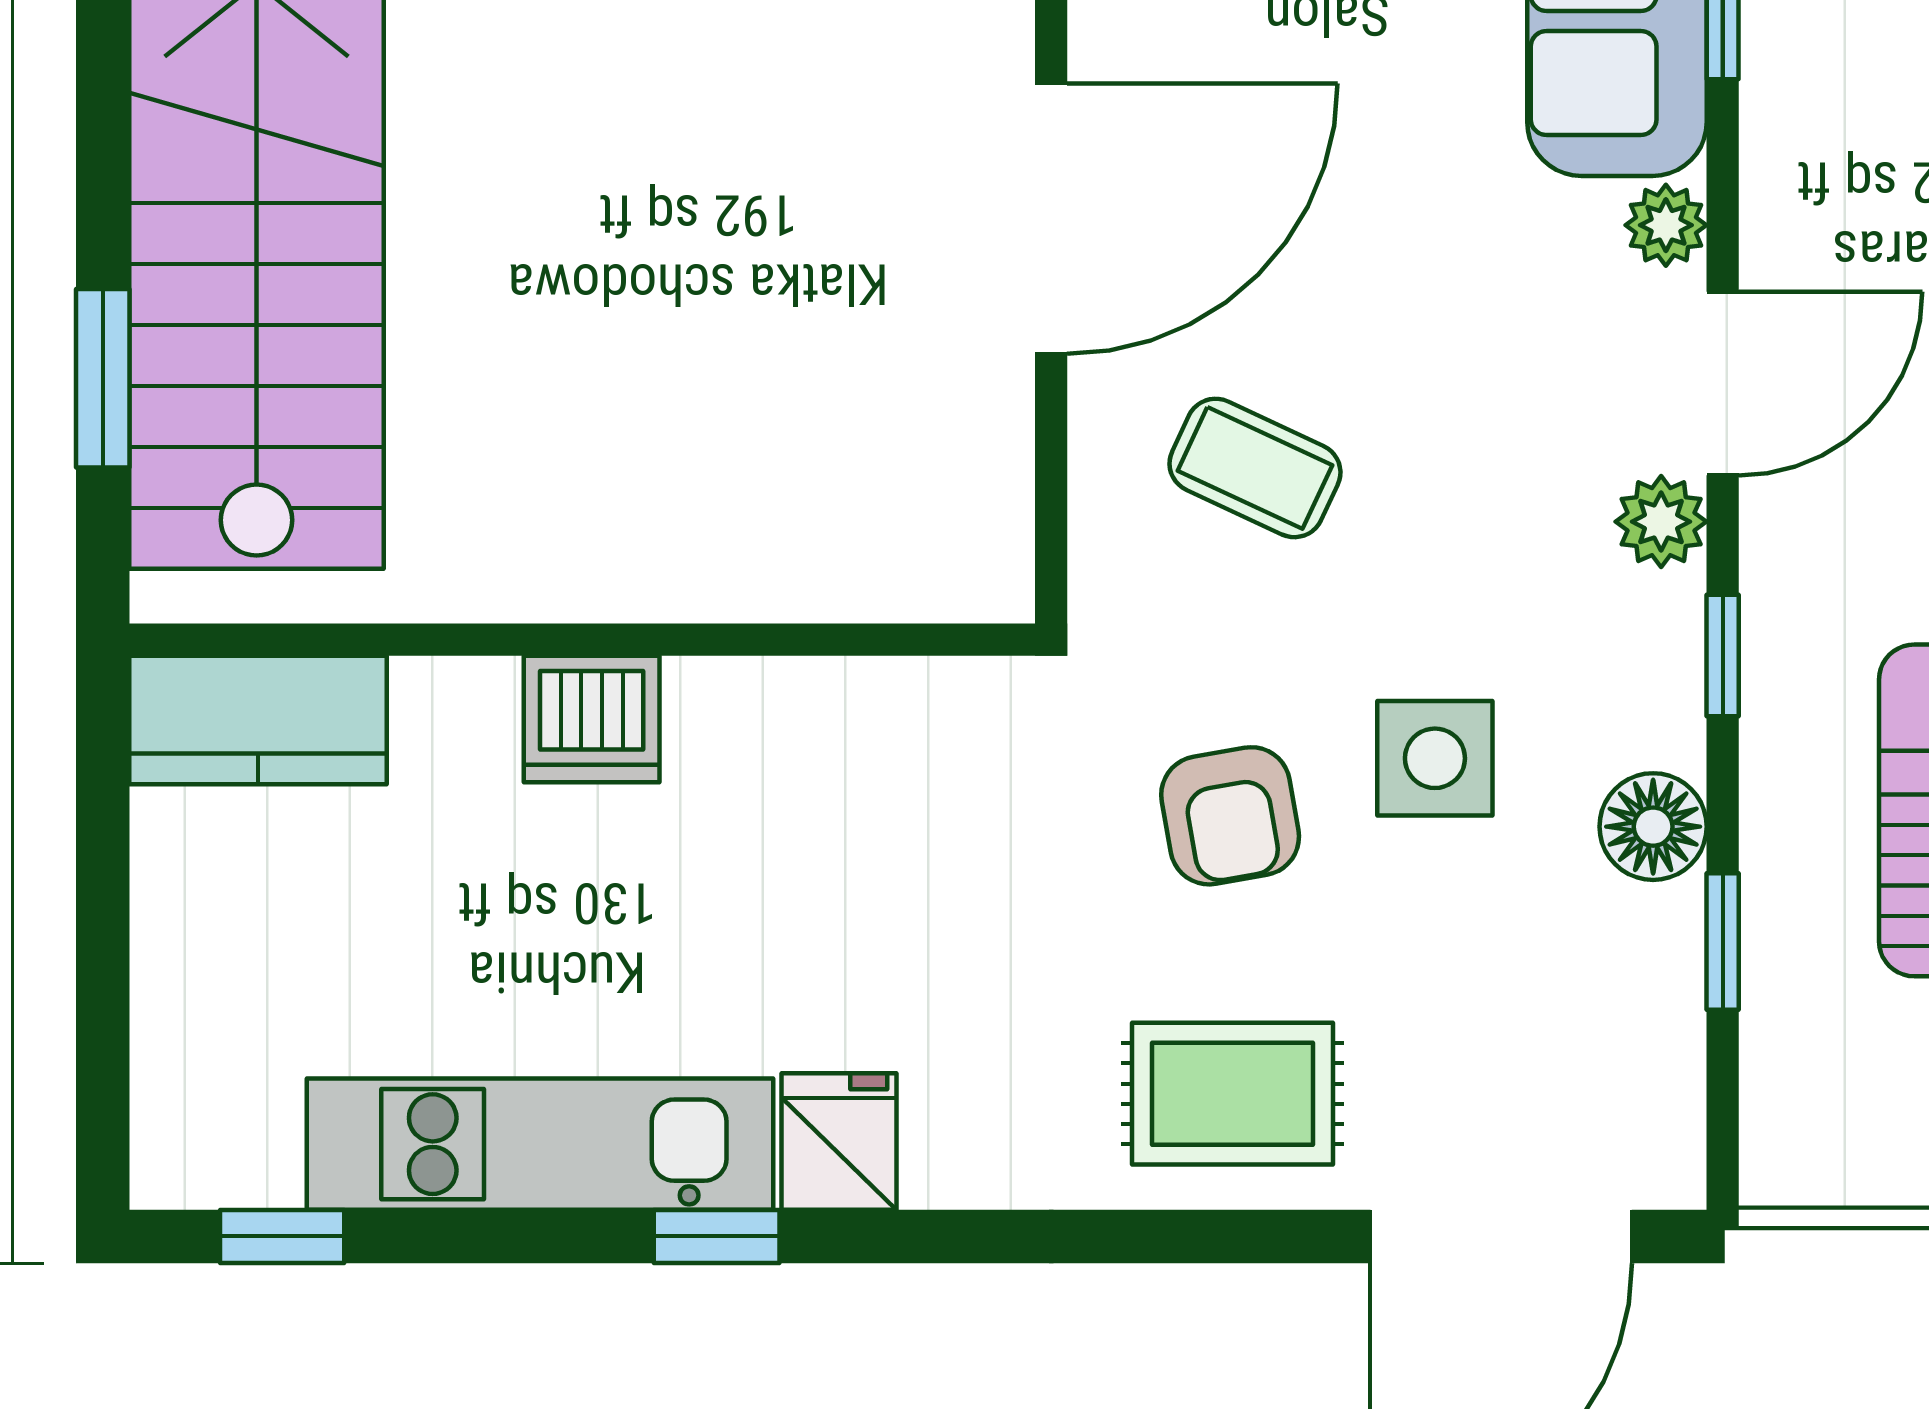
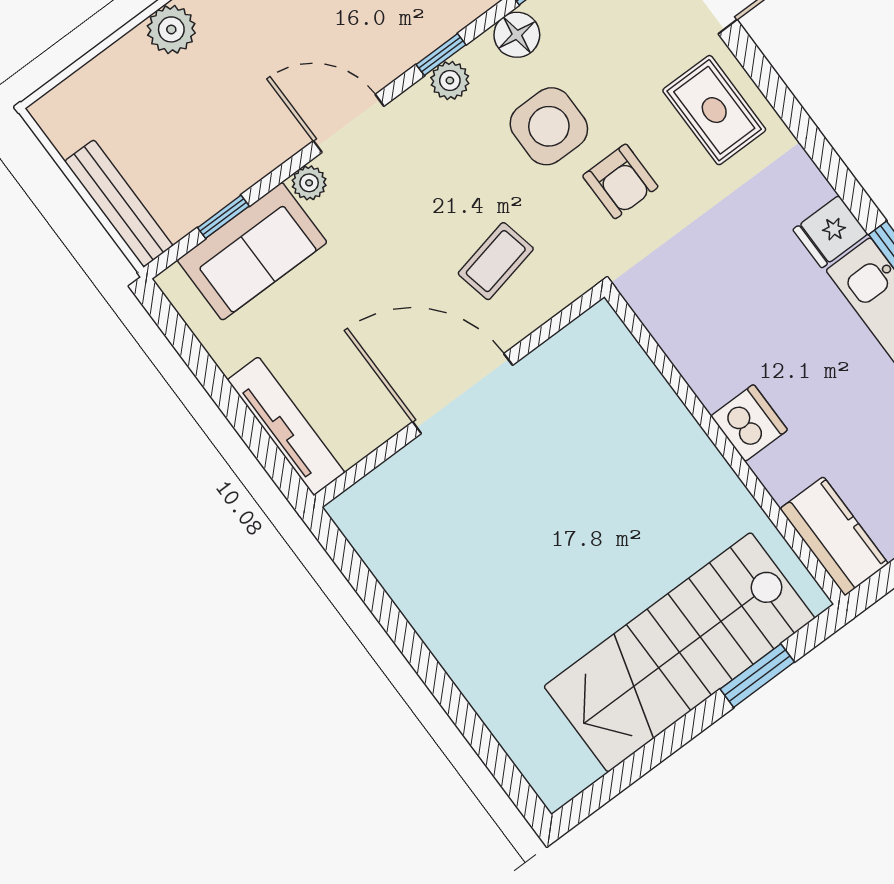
coffee table: (1255, 468) -> (496, 261), turned 53
plant: (1661, 522) -> (450, 81), moved
side table: (1435, 758) -> (549, 126), width x1.37, depth x1.37
armchair: (1230, 816) -> (620, 181), turned 100

